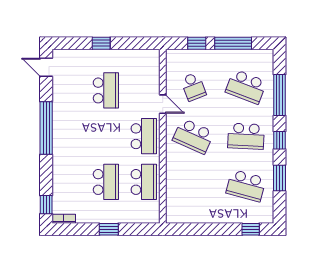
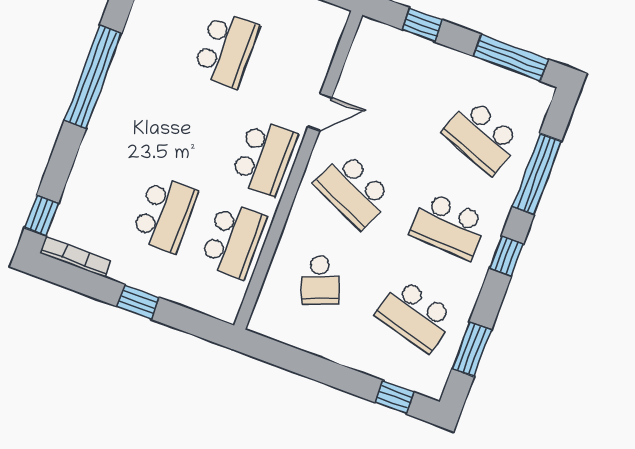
window: (233, 43) -> (511, 58), moved
school desk: (193, 87) -> (320, 280), moved
door: (163, 104) -> (320, 112), hinge flipped
window: (279, 178) -> (472, 349), moved
bookcase: (64, 219) -> (76, 257), width x1.56

